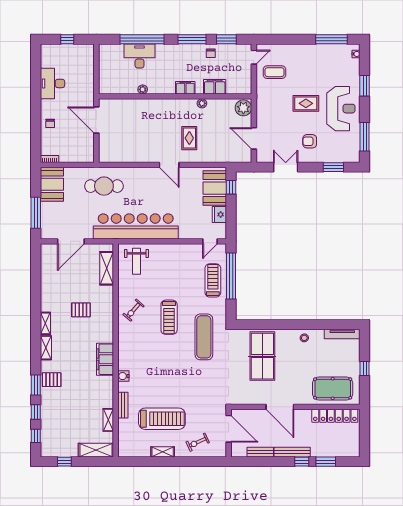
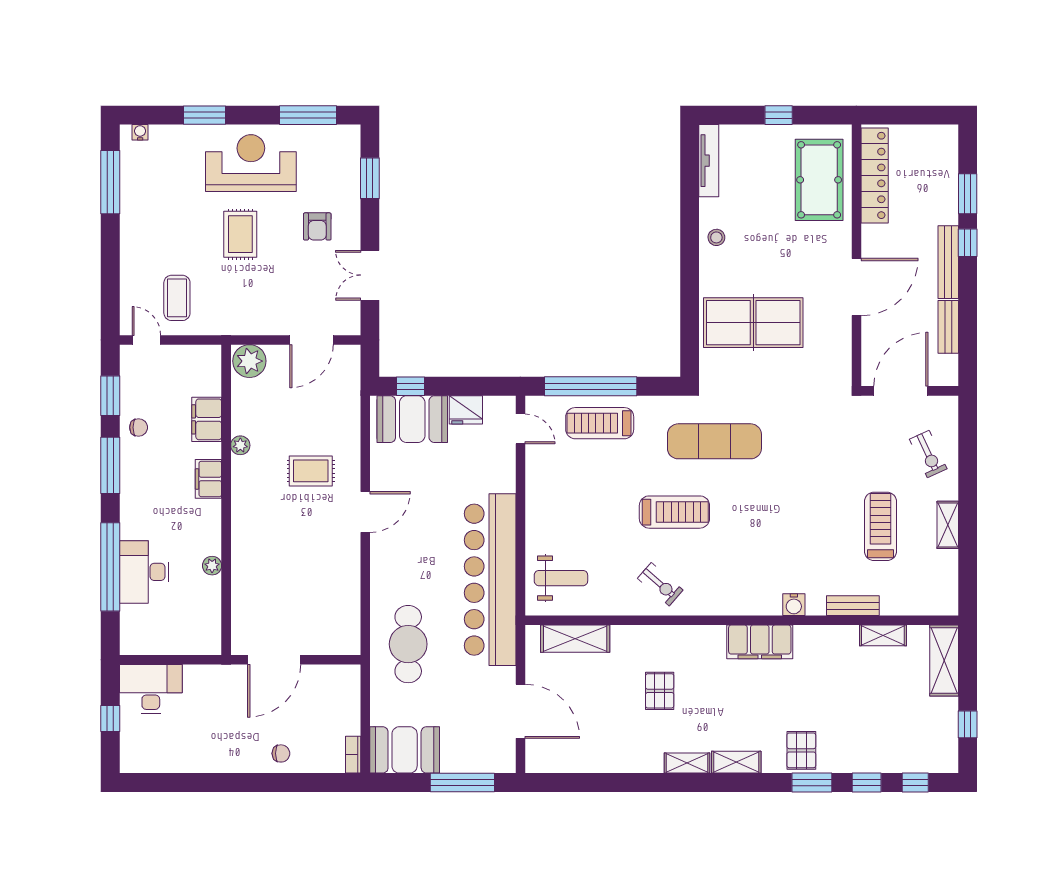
desk: (52, 83) -> (151, 689), moved, turned 180
treadmill: (162, 419) -> (880, 526), width x0.73, depth x0.73

